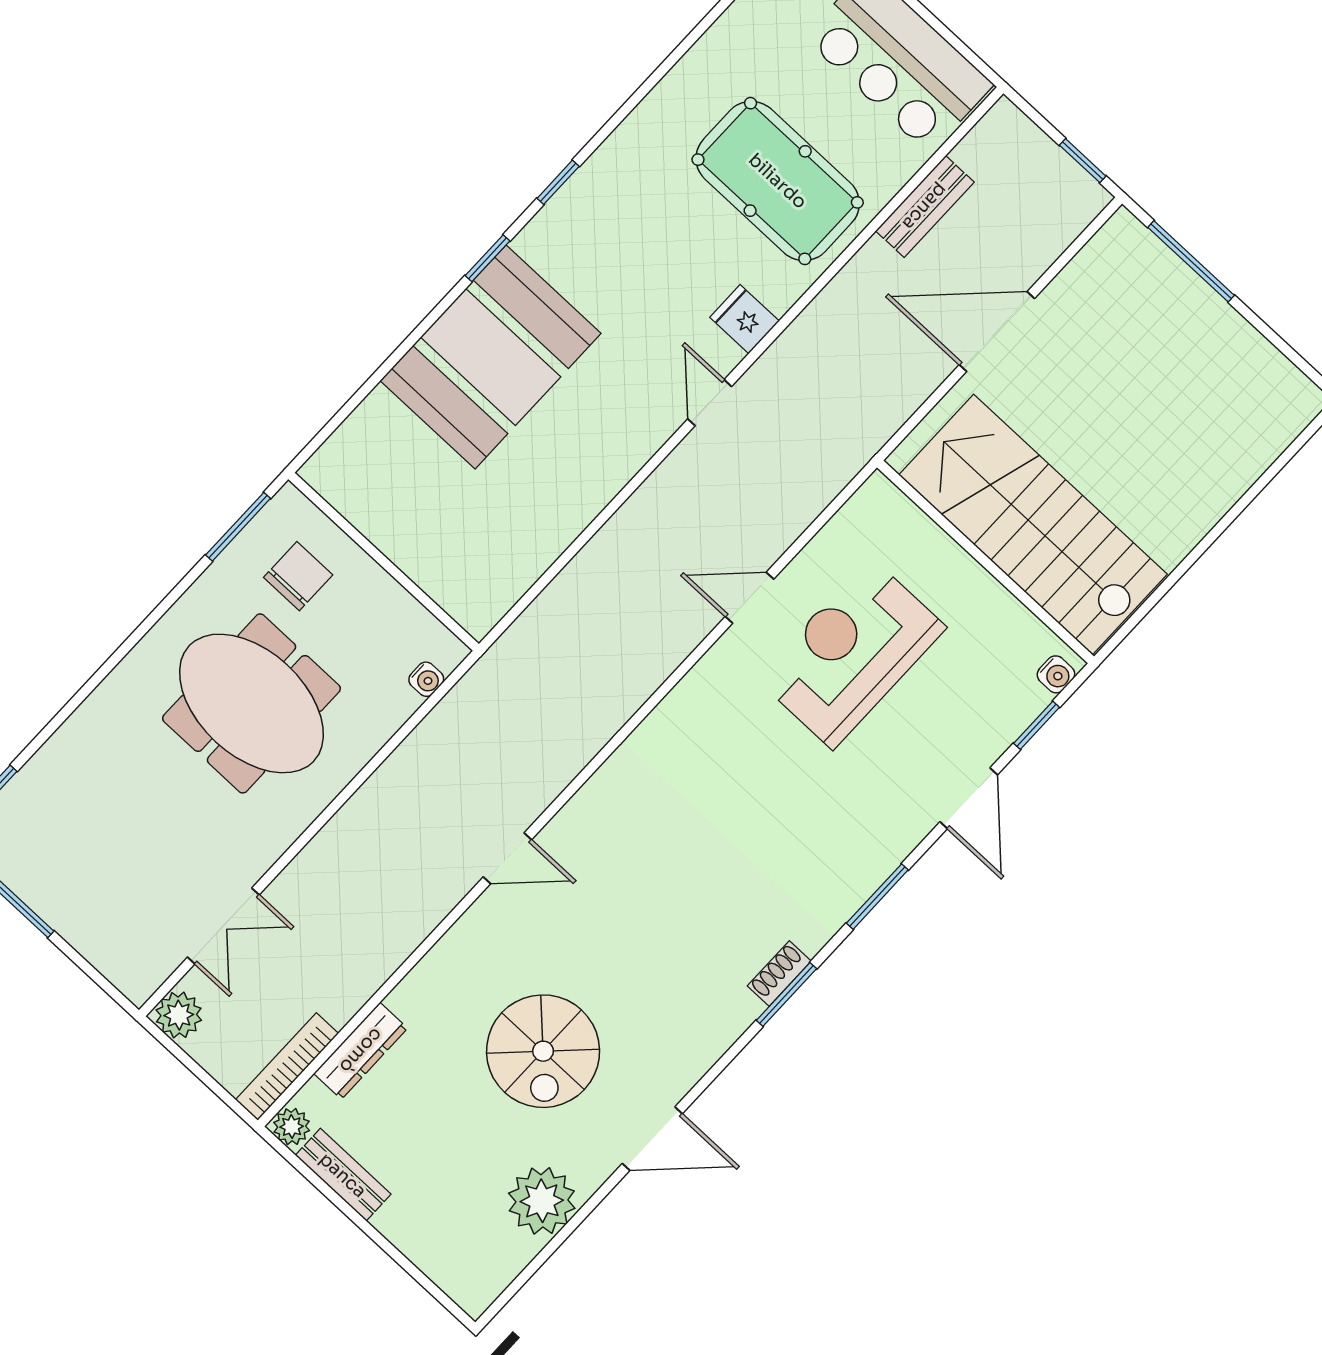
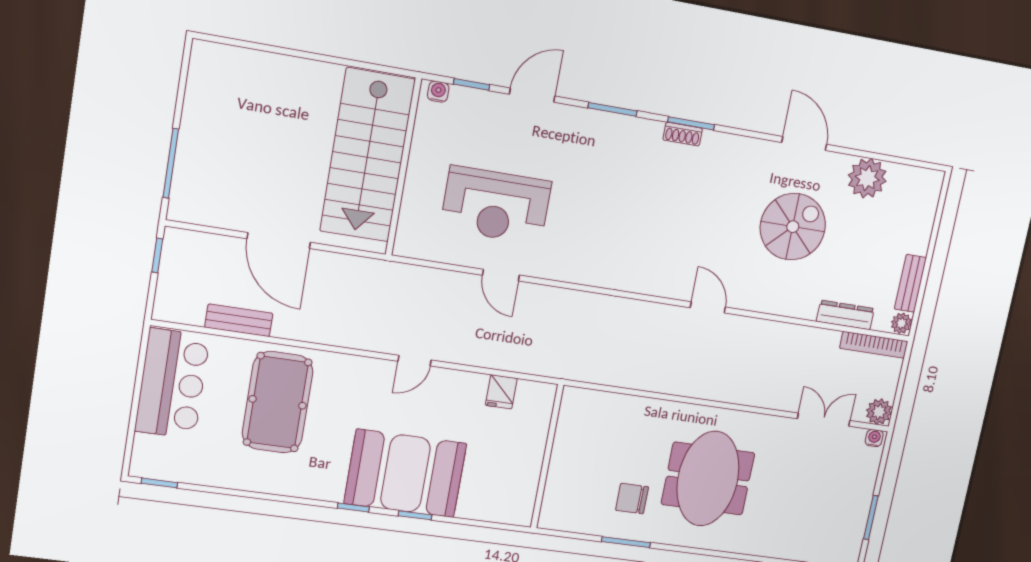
fridge: (744, 319) -> (501, 392), moved
booth: (491, 357) -> (405, 473), moved
wall: (384, 562) -> (547, 457), moved
water cooler: (426, 679) -> (874, 438), moved

